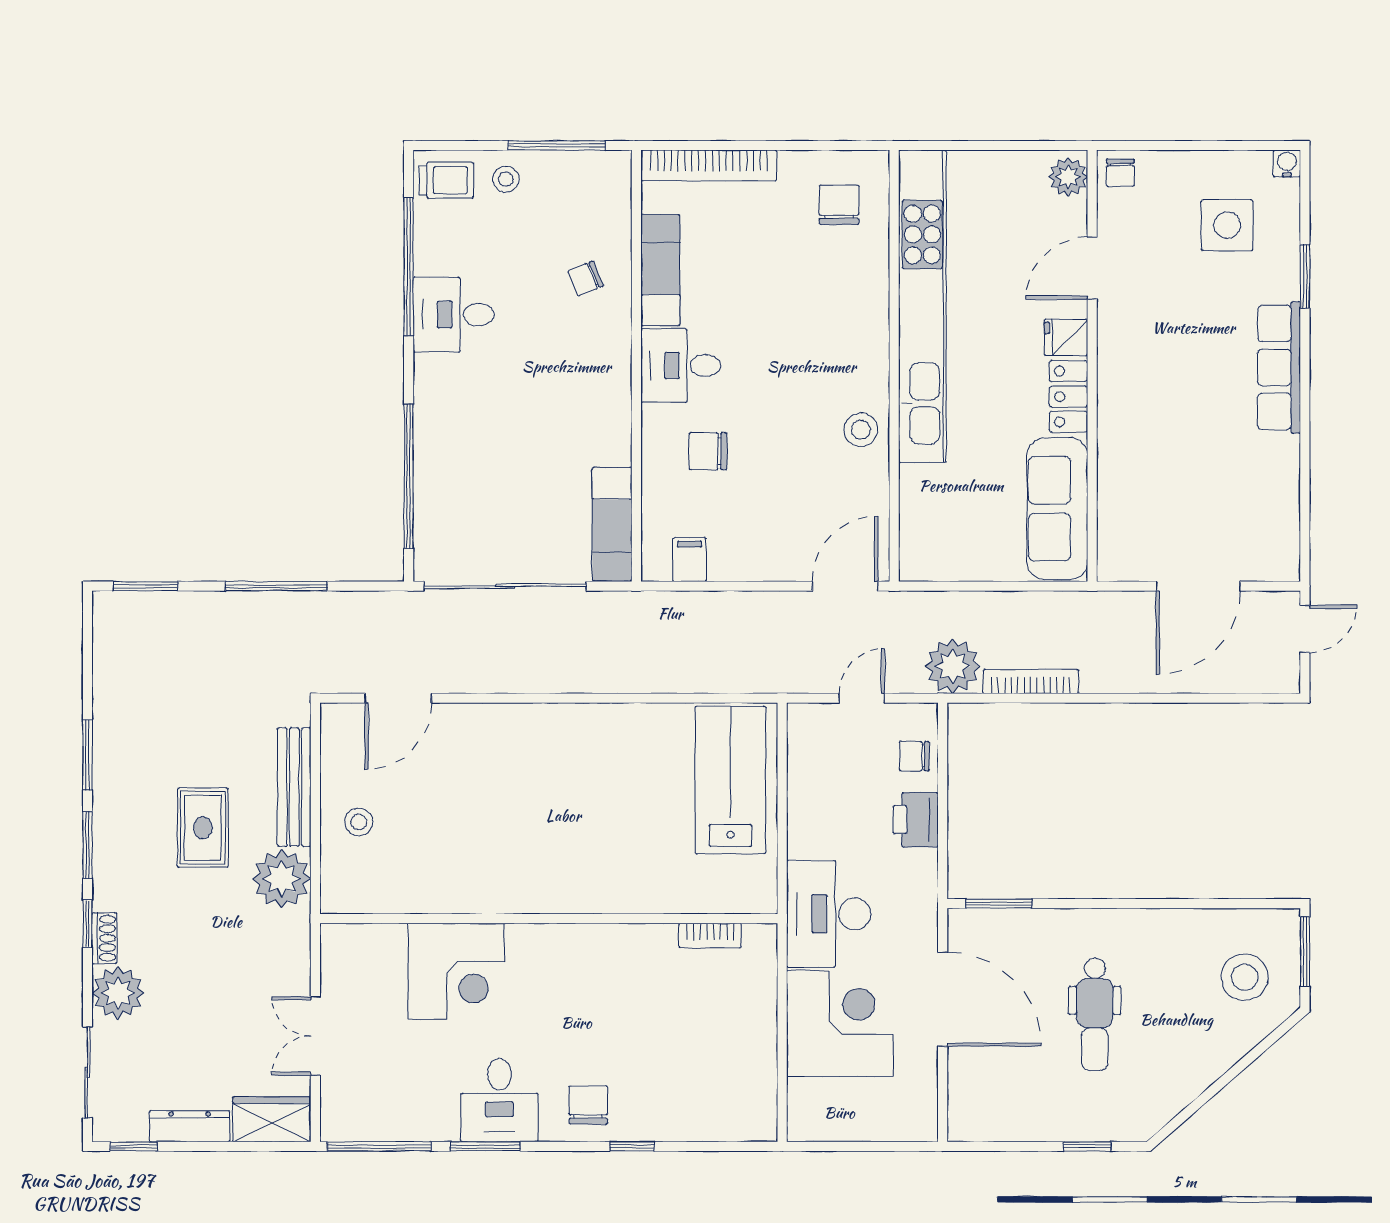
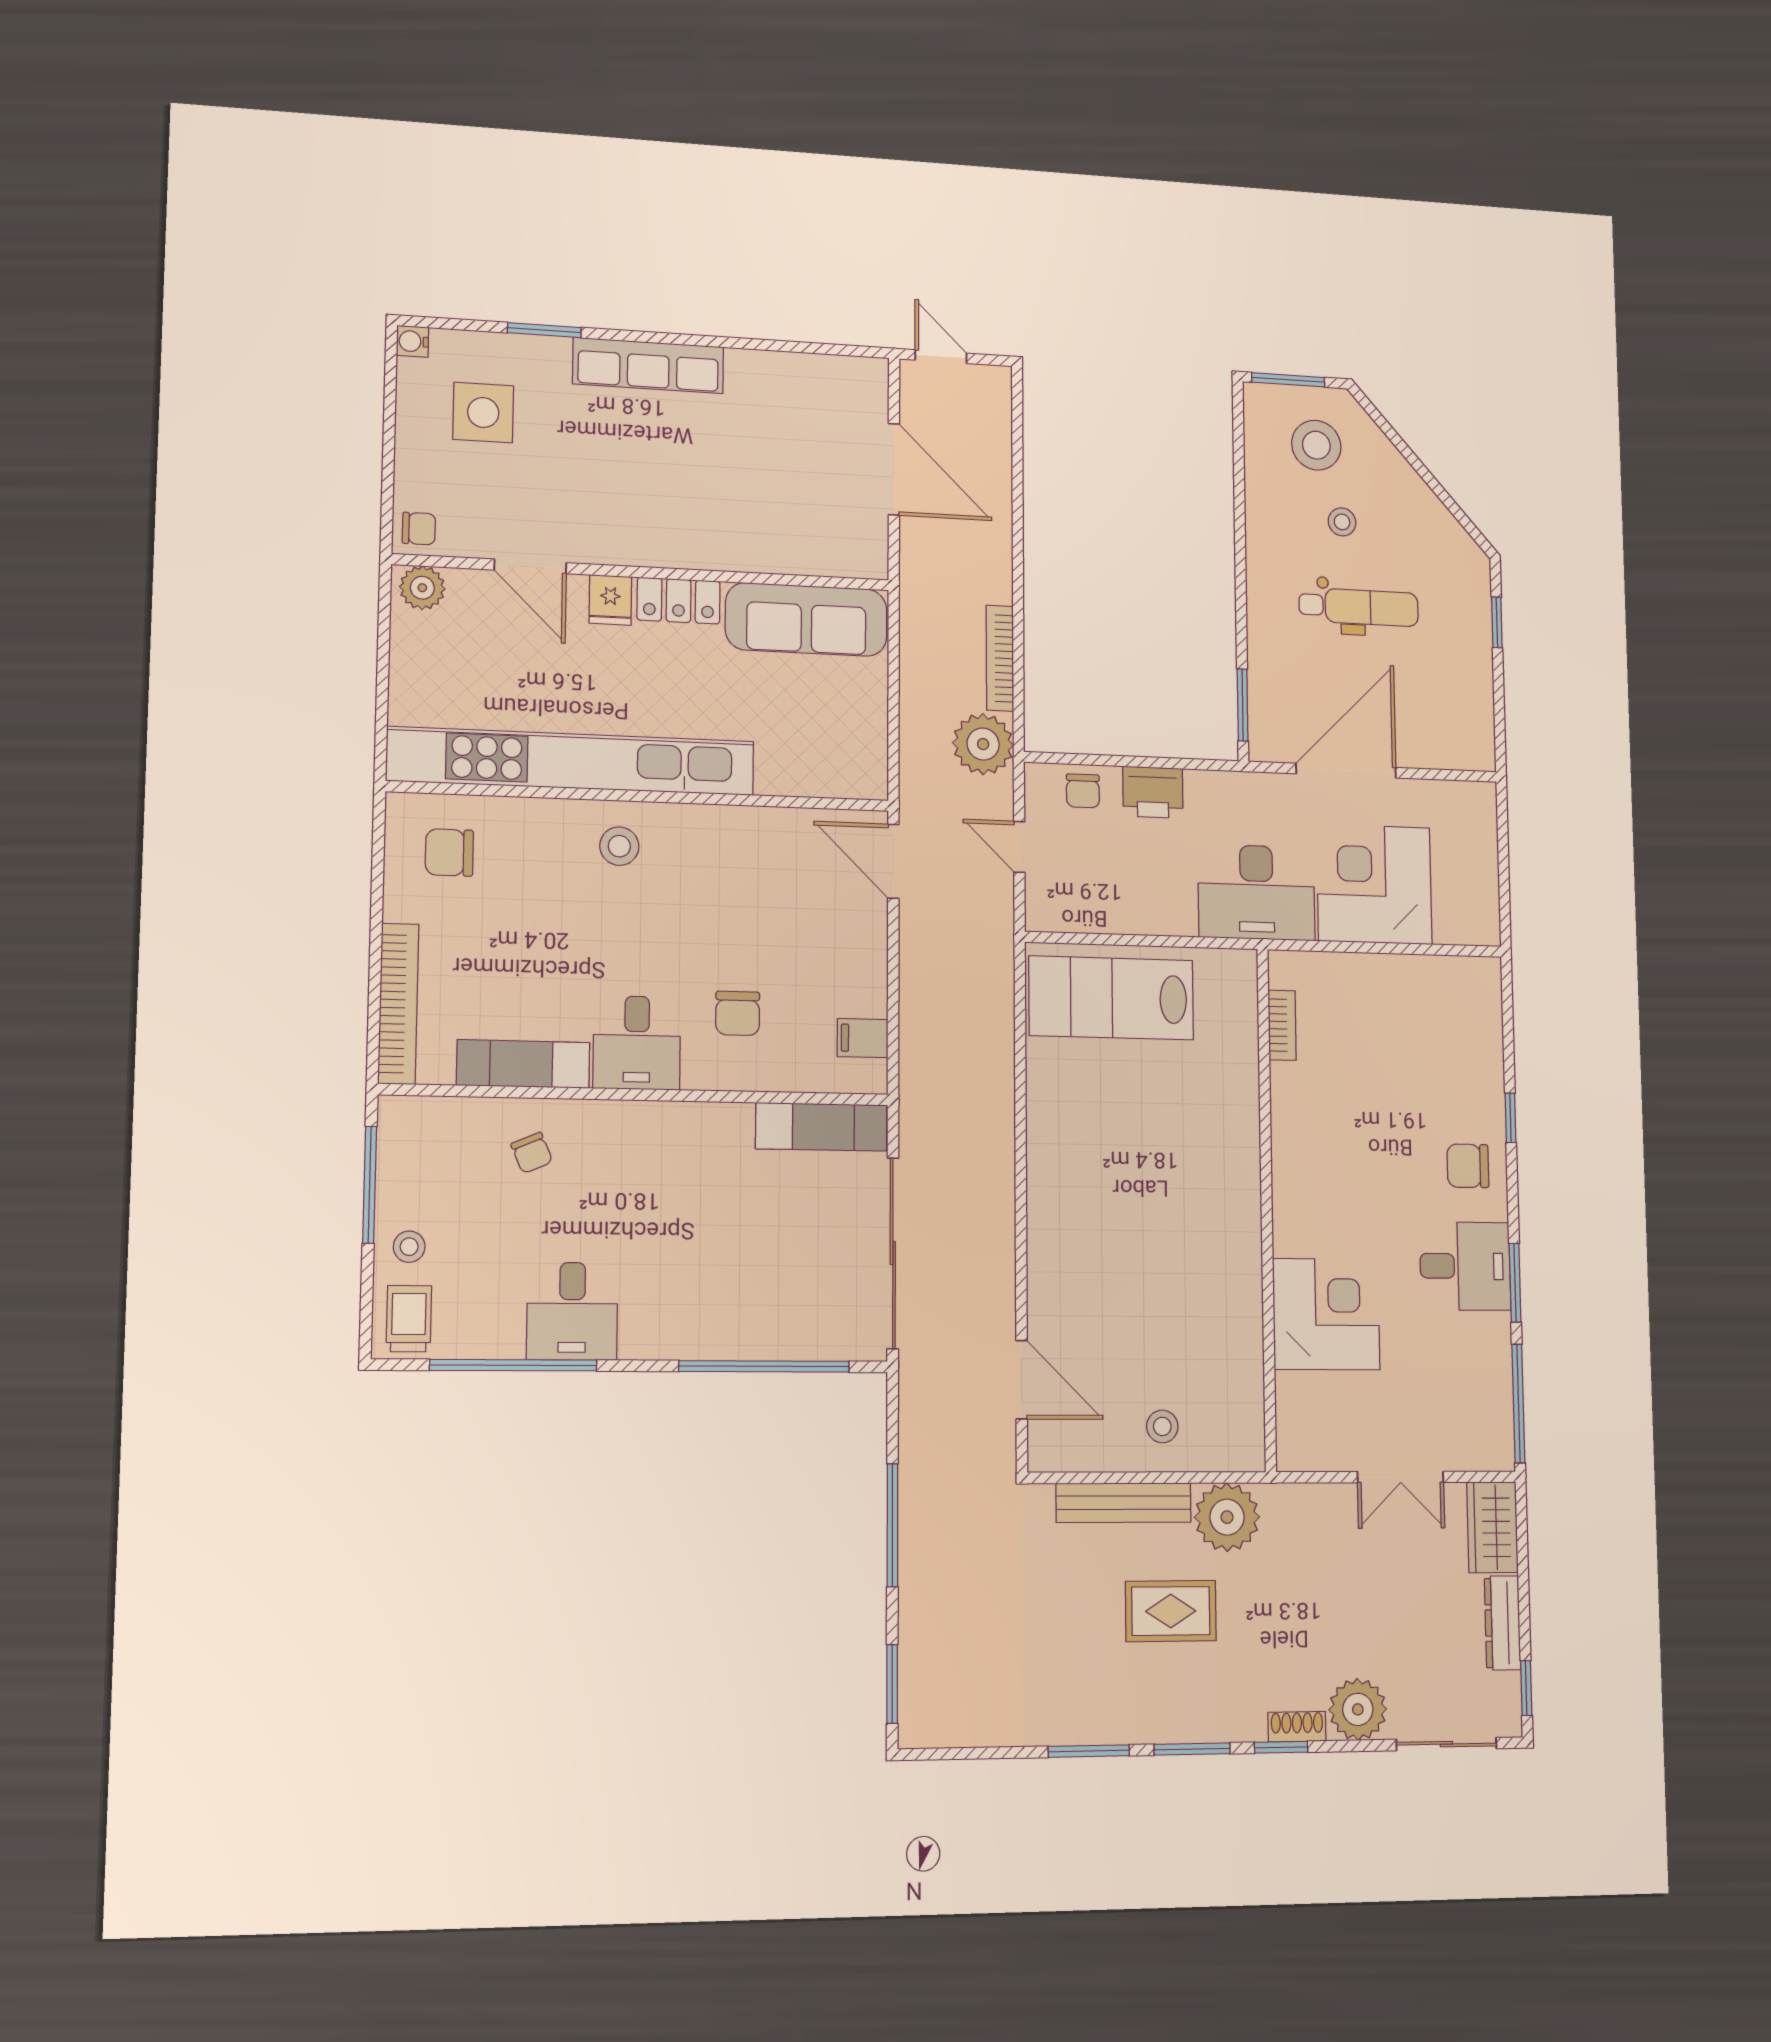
stool: (861, 430) -> (619, 846), moved
stool: (1174, 1000) -> (1342, 522), added

